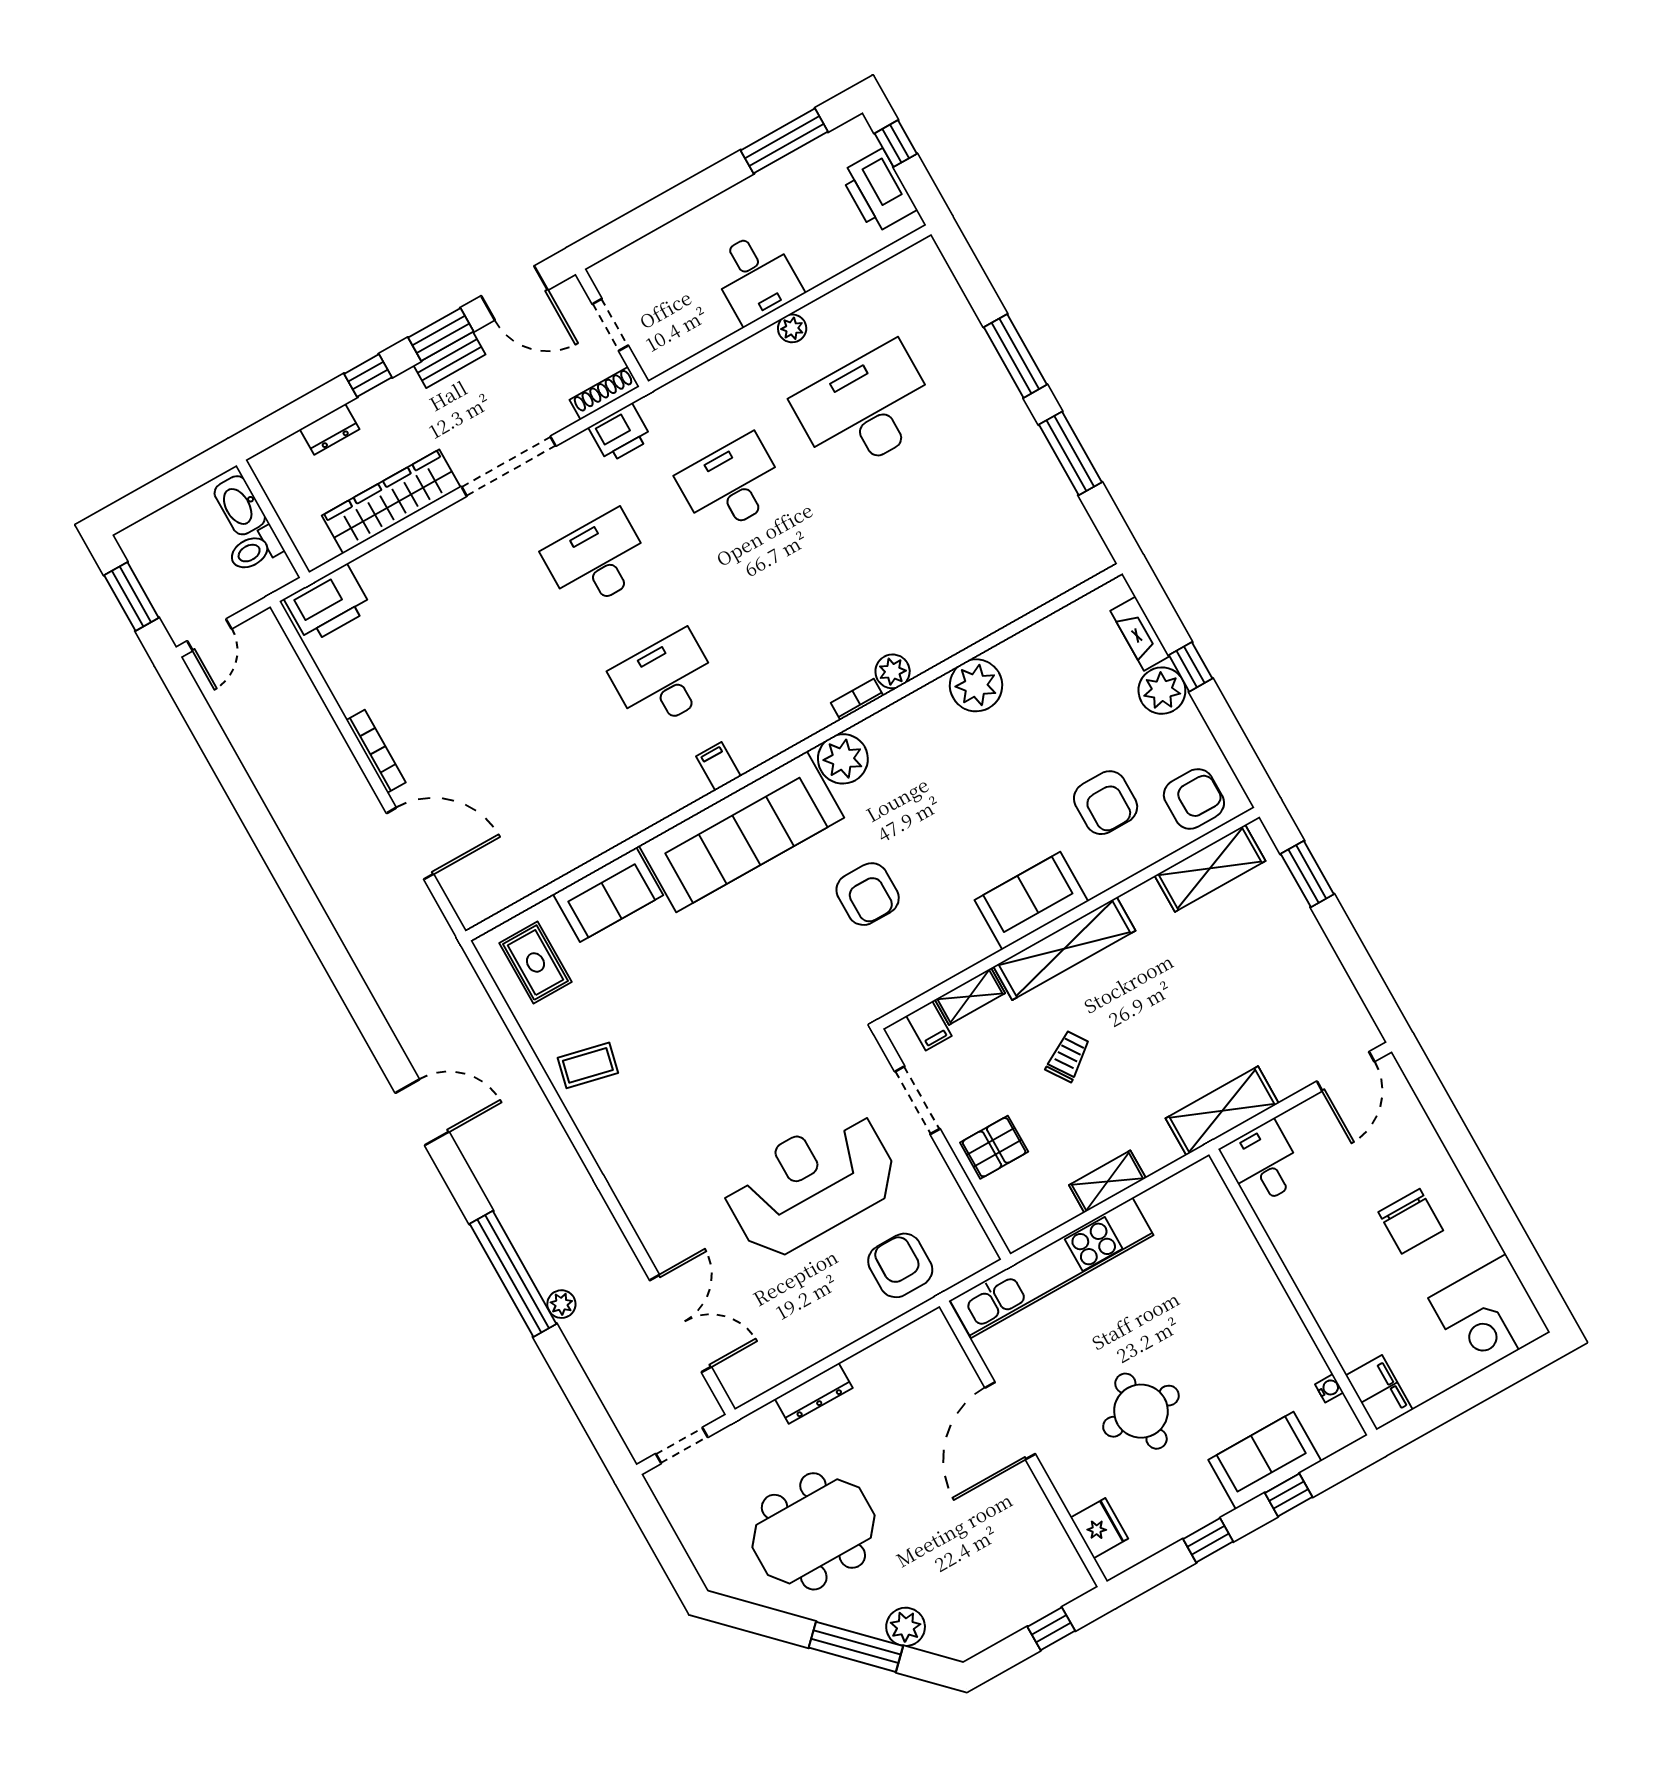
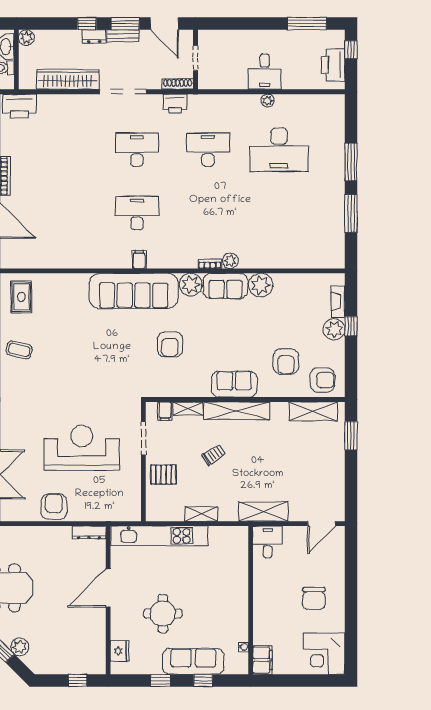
desk: (866, 409) -> (279, 150), turned 180
dresser: (330, 429) -> (94, 36), moved
plant: (269, 466) -> (26, 38), added
sofa: (608, 894) -> (225, 286), moved
armchair: (900, 1265) -> (54, 507), moved
dresser: (814, 1393) -> (89, 533), moved
sofa: (1265, 1460) -> (193, 661), width x1.36

